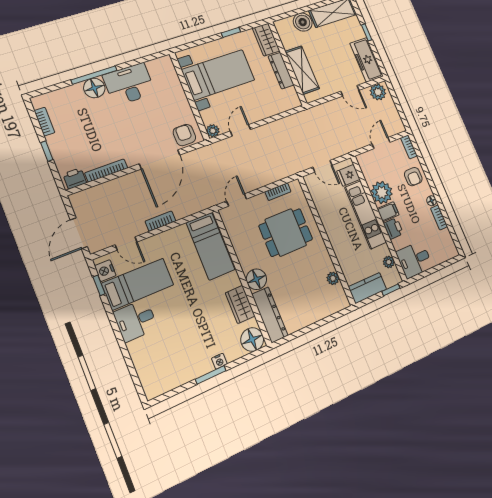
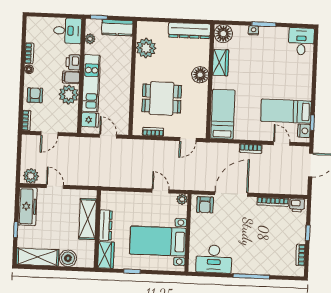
desk: (129, 84) -> (214, 259), moved
floor lamp: (94, 88) -> (255, 266), removed
door: (240, 130) -> (160, 191), swing flipped
plant: (333, 278) -> (146, 48), width x1.88, depth x1.88
dresser: (270, 315) -> (189, 31), moved, turned -90
desk: (136, 320) -> (301, 41), moved, turned -90

